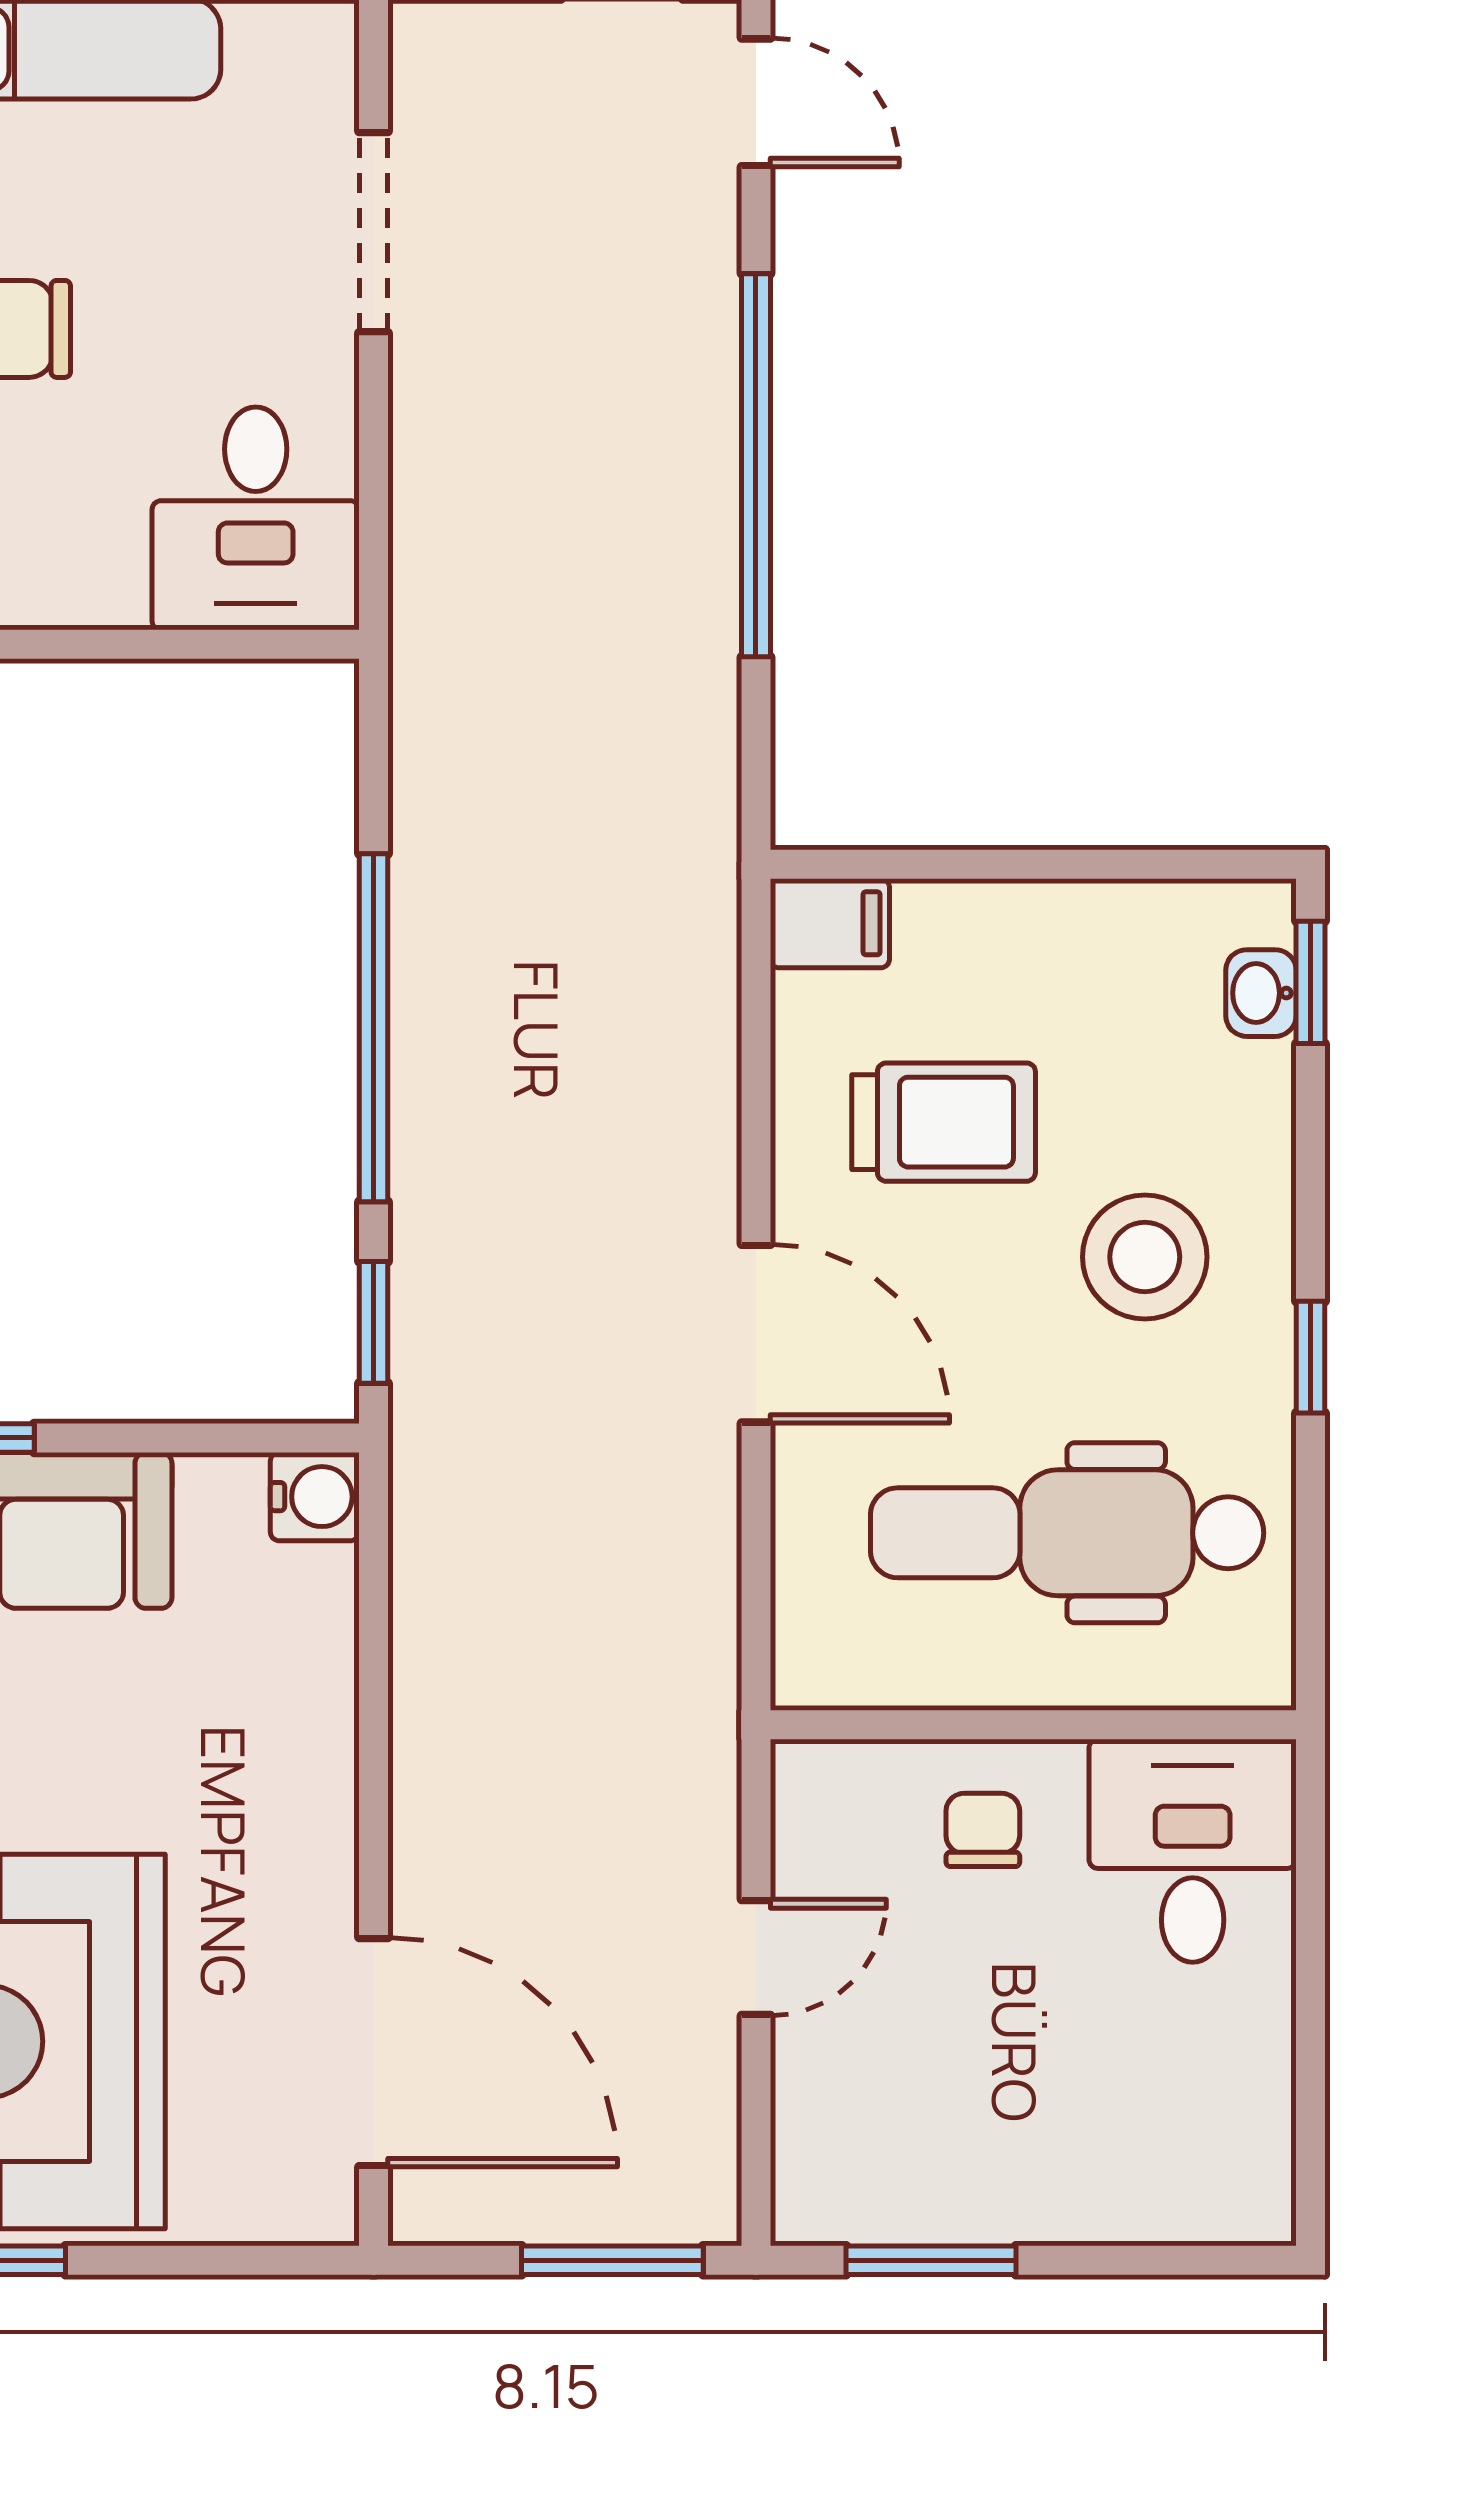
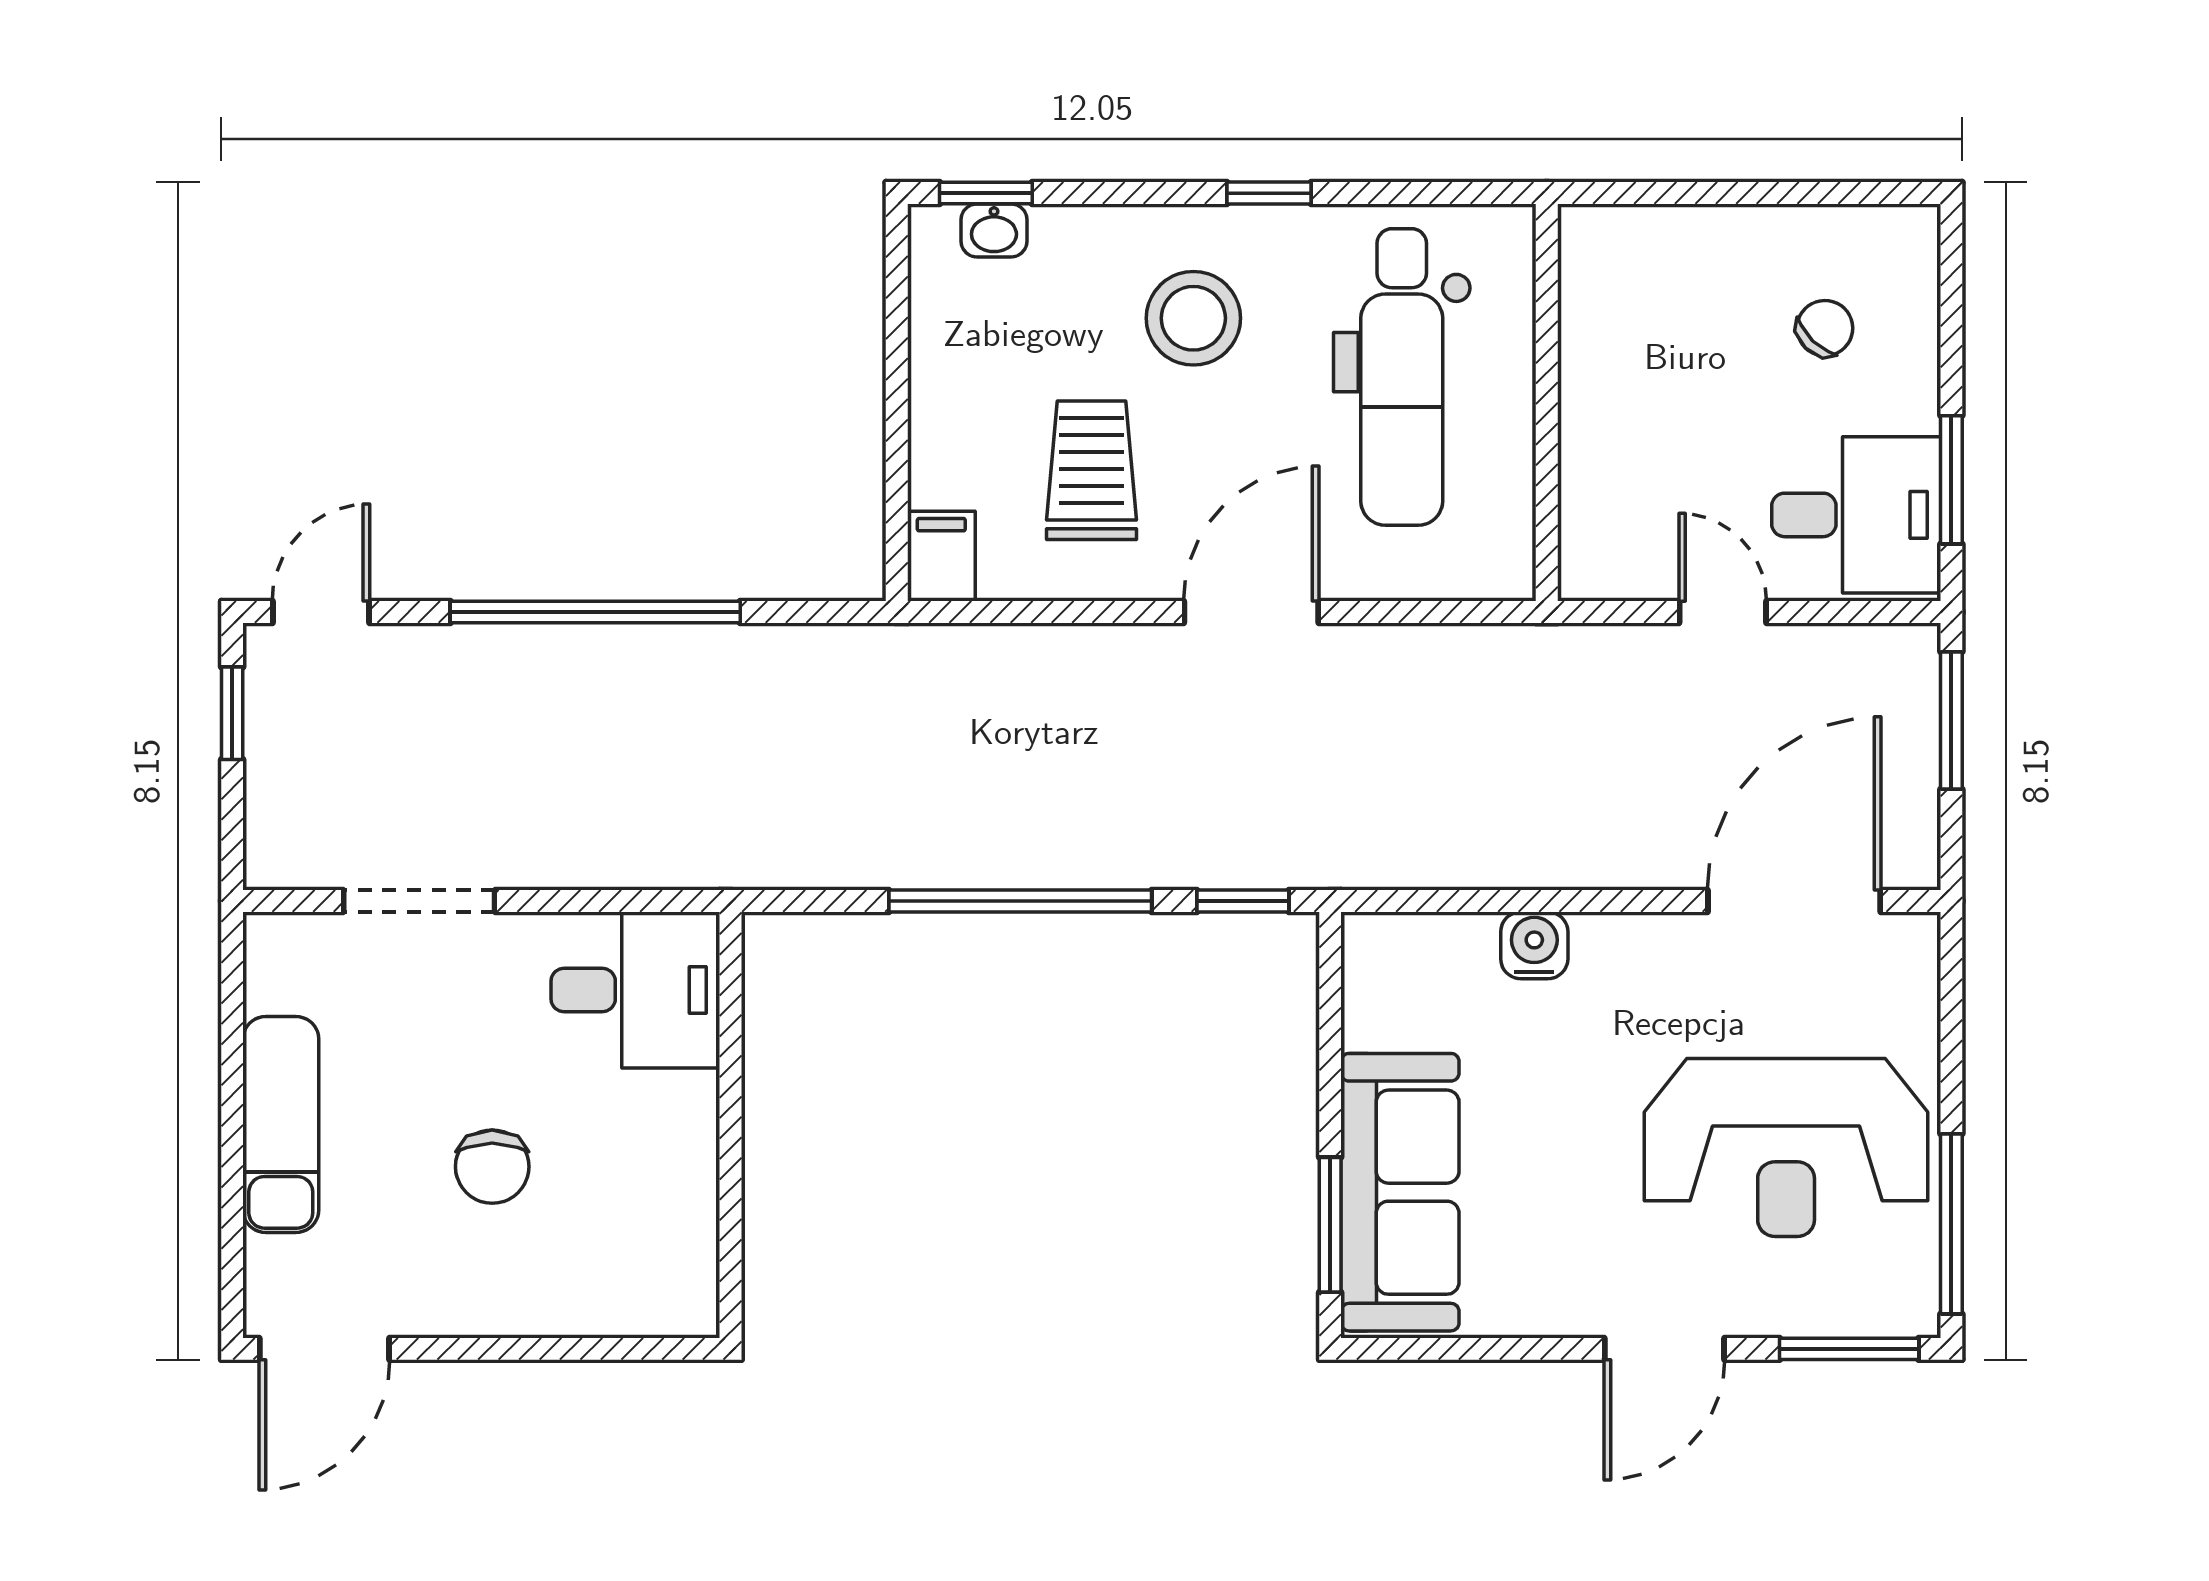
water cooler: (315, 1497) -> (1534, 945), moved
chair: (983, 1830) -> (1825, 328), moved, turned 134
desk: (1193, 1851) -> (1856, 515), moved, turned 180

